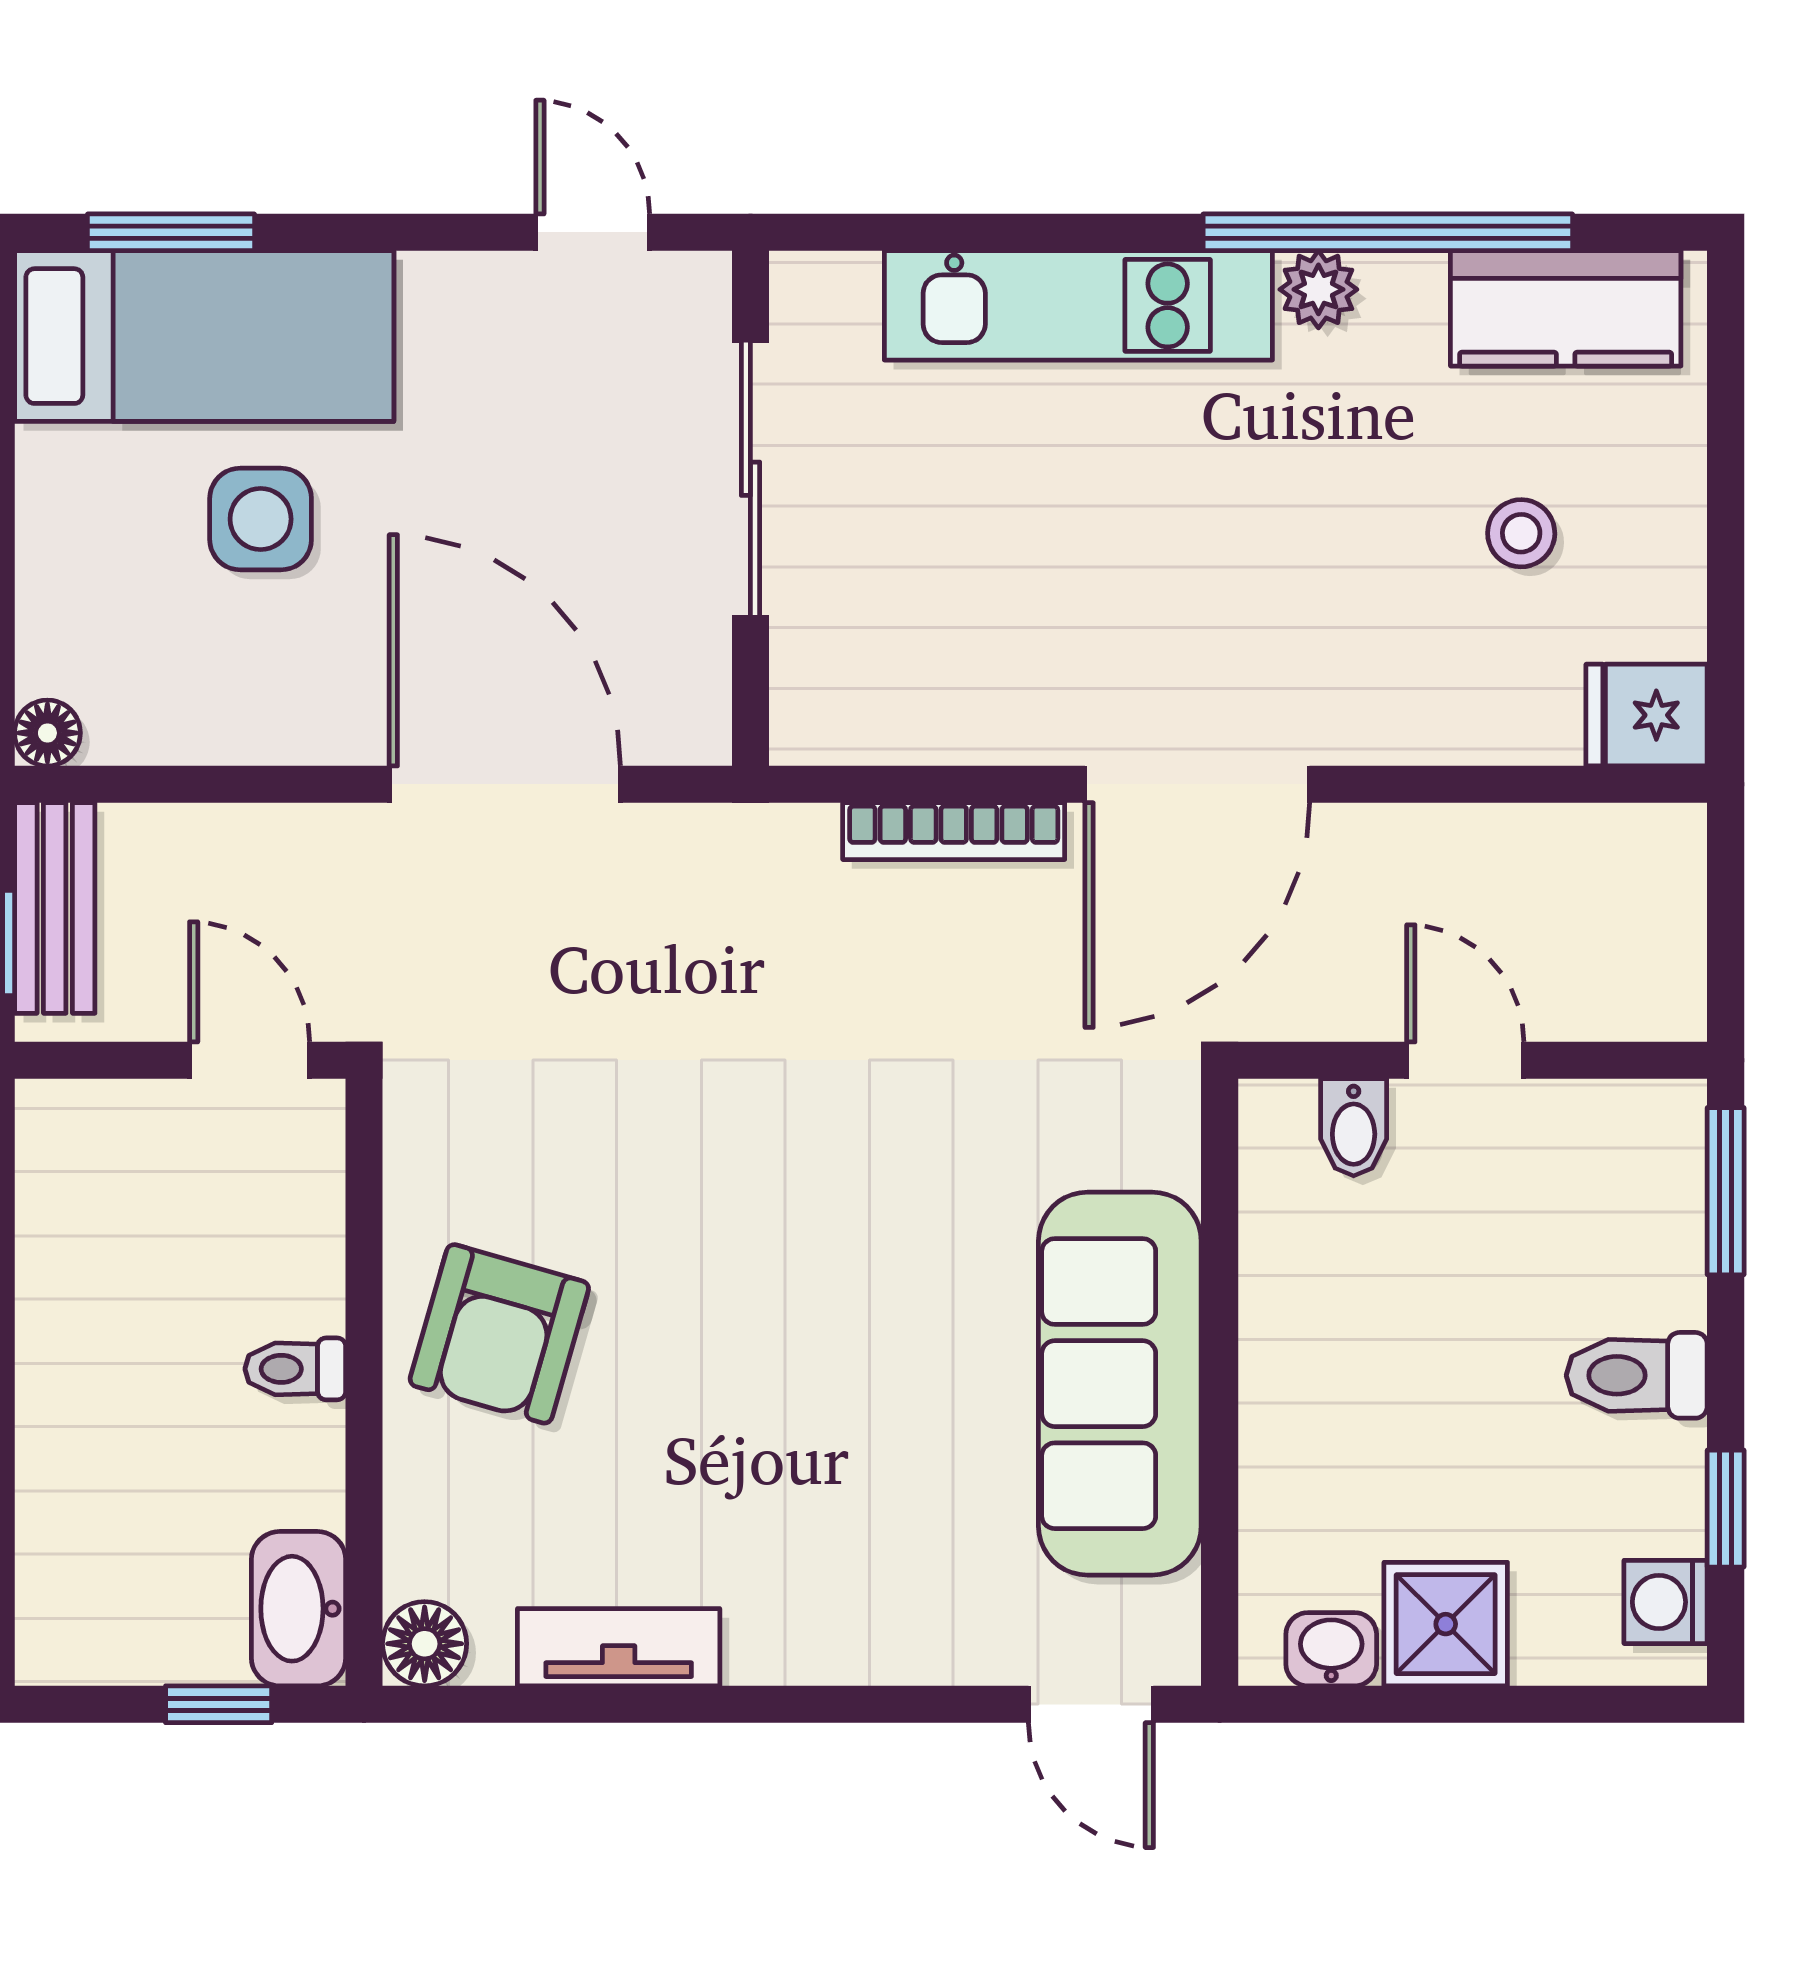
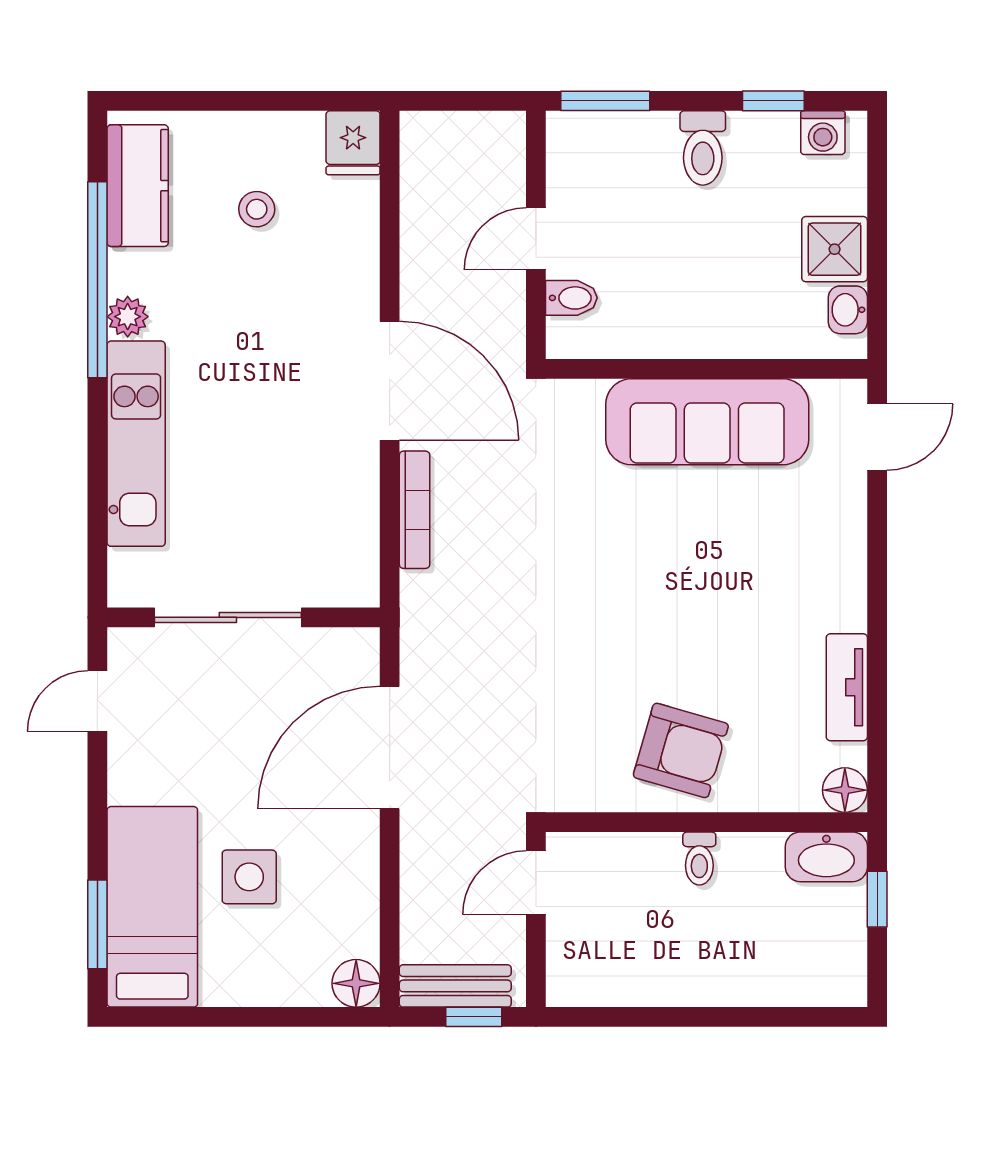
floor lamp: (47, 733) -> (356, 983), width x1.37, depth x1.37

